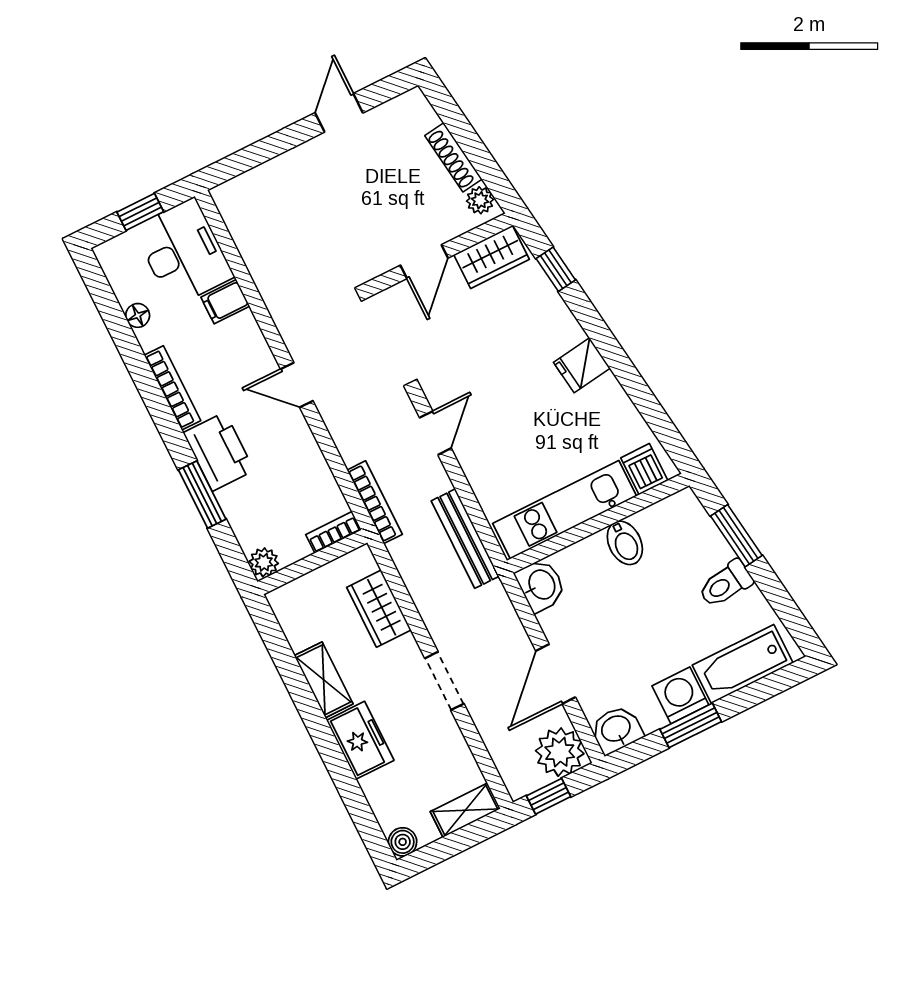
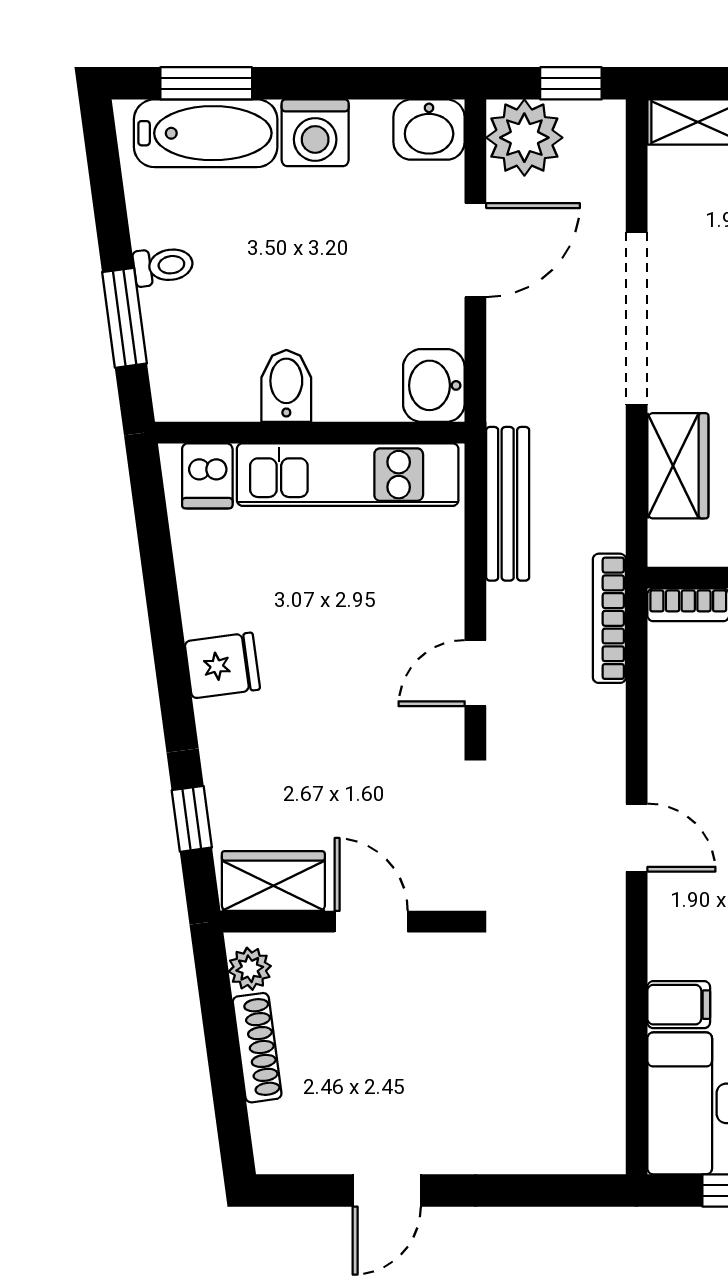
door: (424, 262) -> (371, 922), hinge flipped
toilet: (726, 584) -> (163, 266), width x0.73, depth x0.72
doorway: (444, 681) -> (637, 318), width x1.87
window: (691, 725) -> (206, 83), moved

